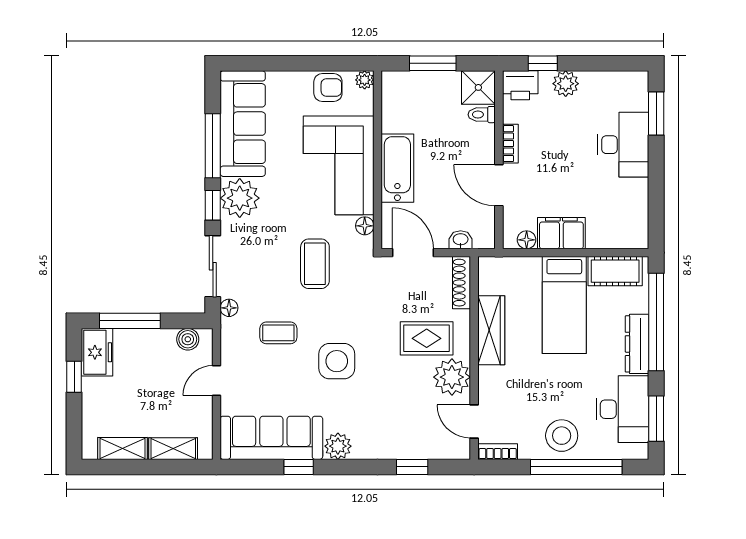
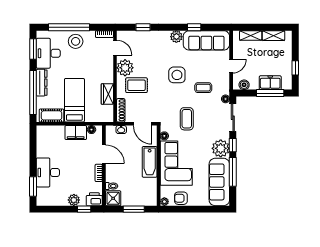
wardrobe: (491, 330) -> (107, 94), width x0.67
freezer: (97, 352) -> (270, 83), moved, turned 90

